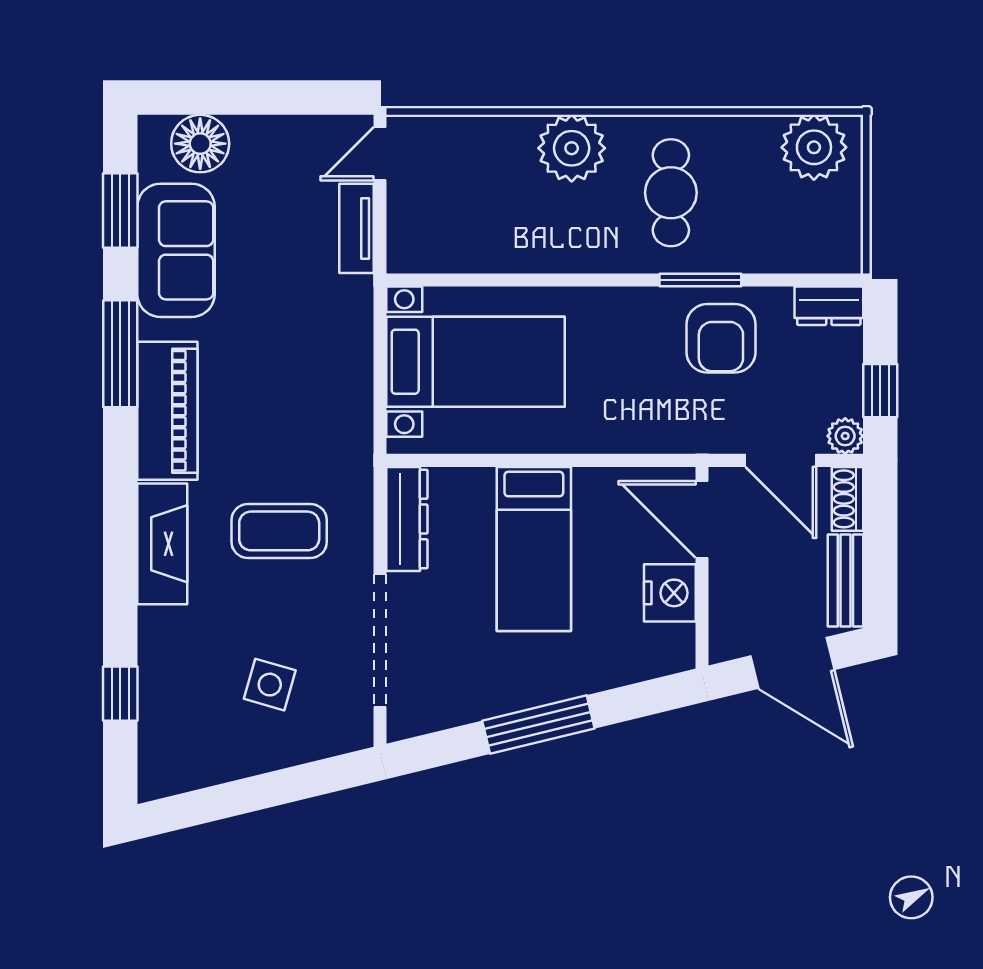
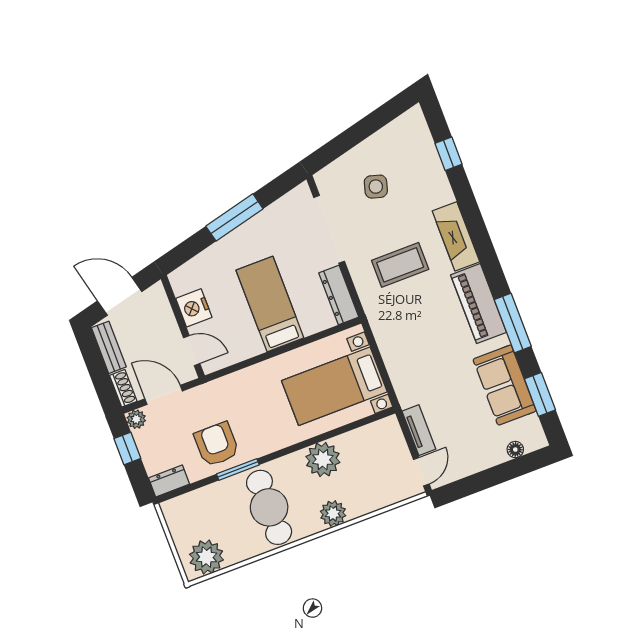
floor lamp: (200, 144) -> (515, 450), width x0.53, depth x0.53
plant: (572, 148) -> (333, 514), width x0.73, depth x0.73
cafe table: (671, 193) -> (269, 507), width x1.37, depth x1.35
plant: (545, 241) -> (323, 460), added
door: (702, 519) -> (192, 351), width x0.73

